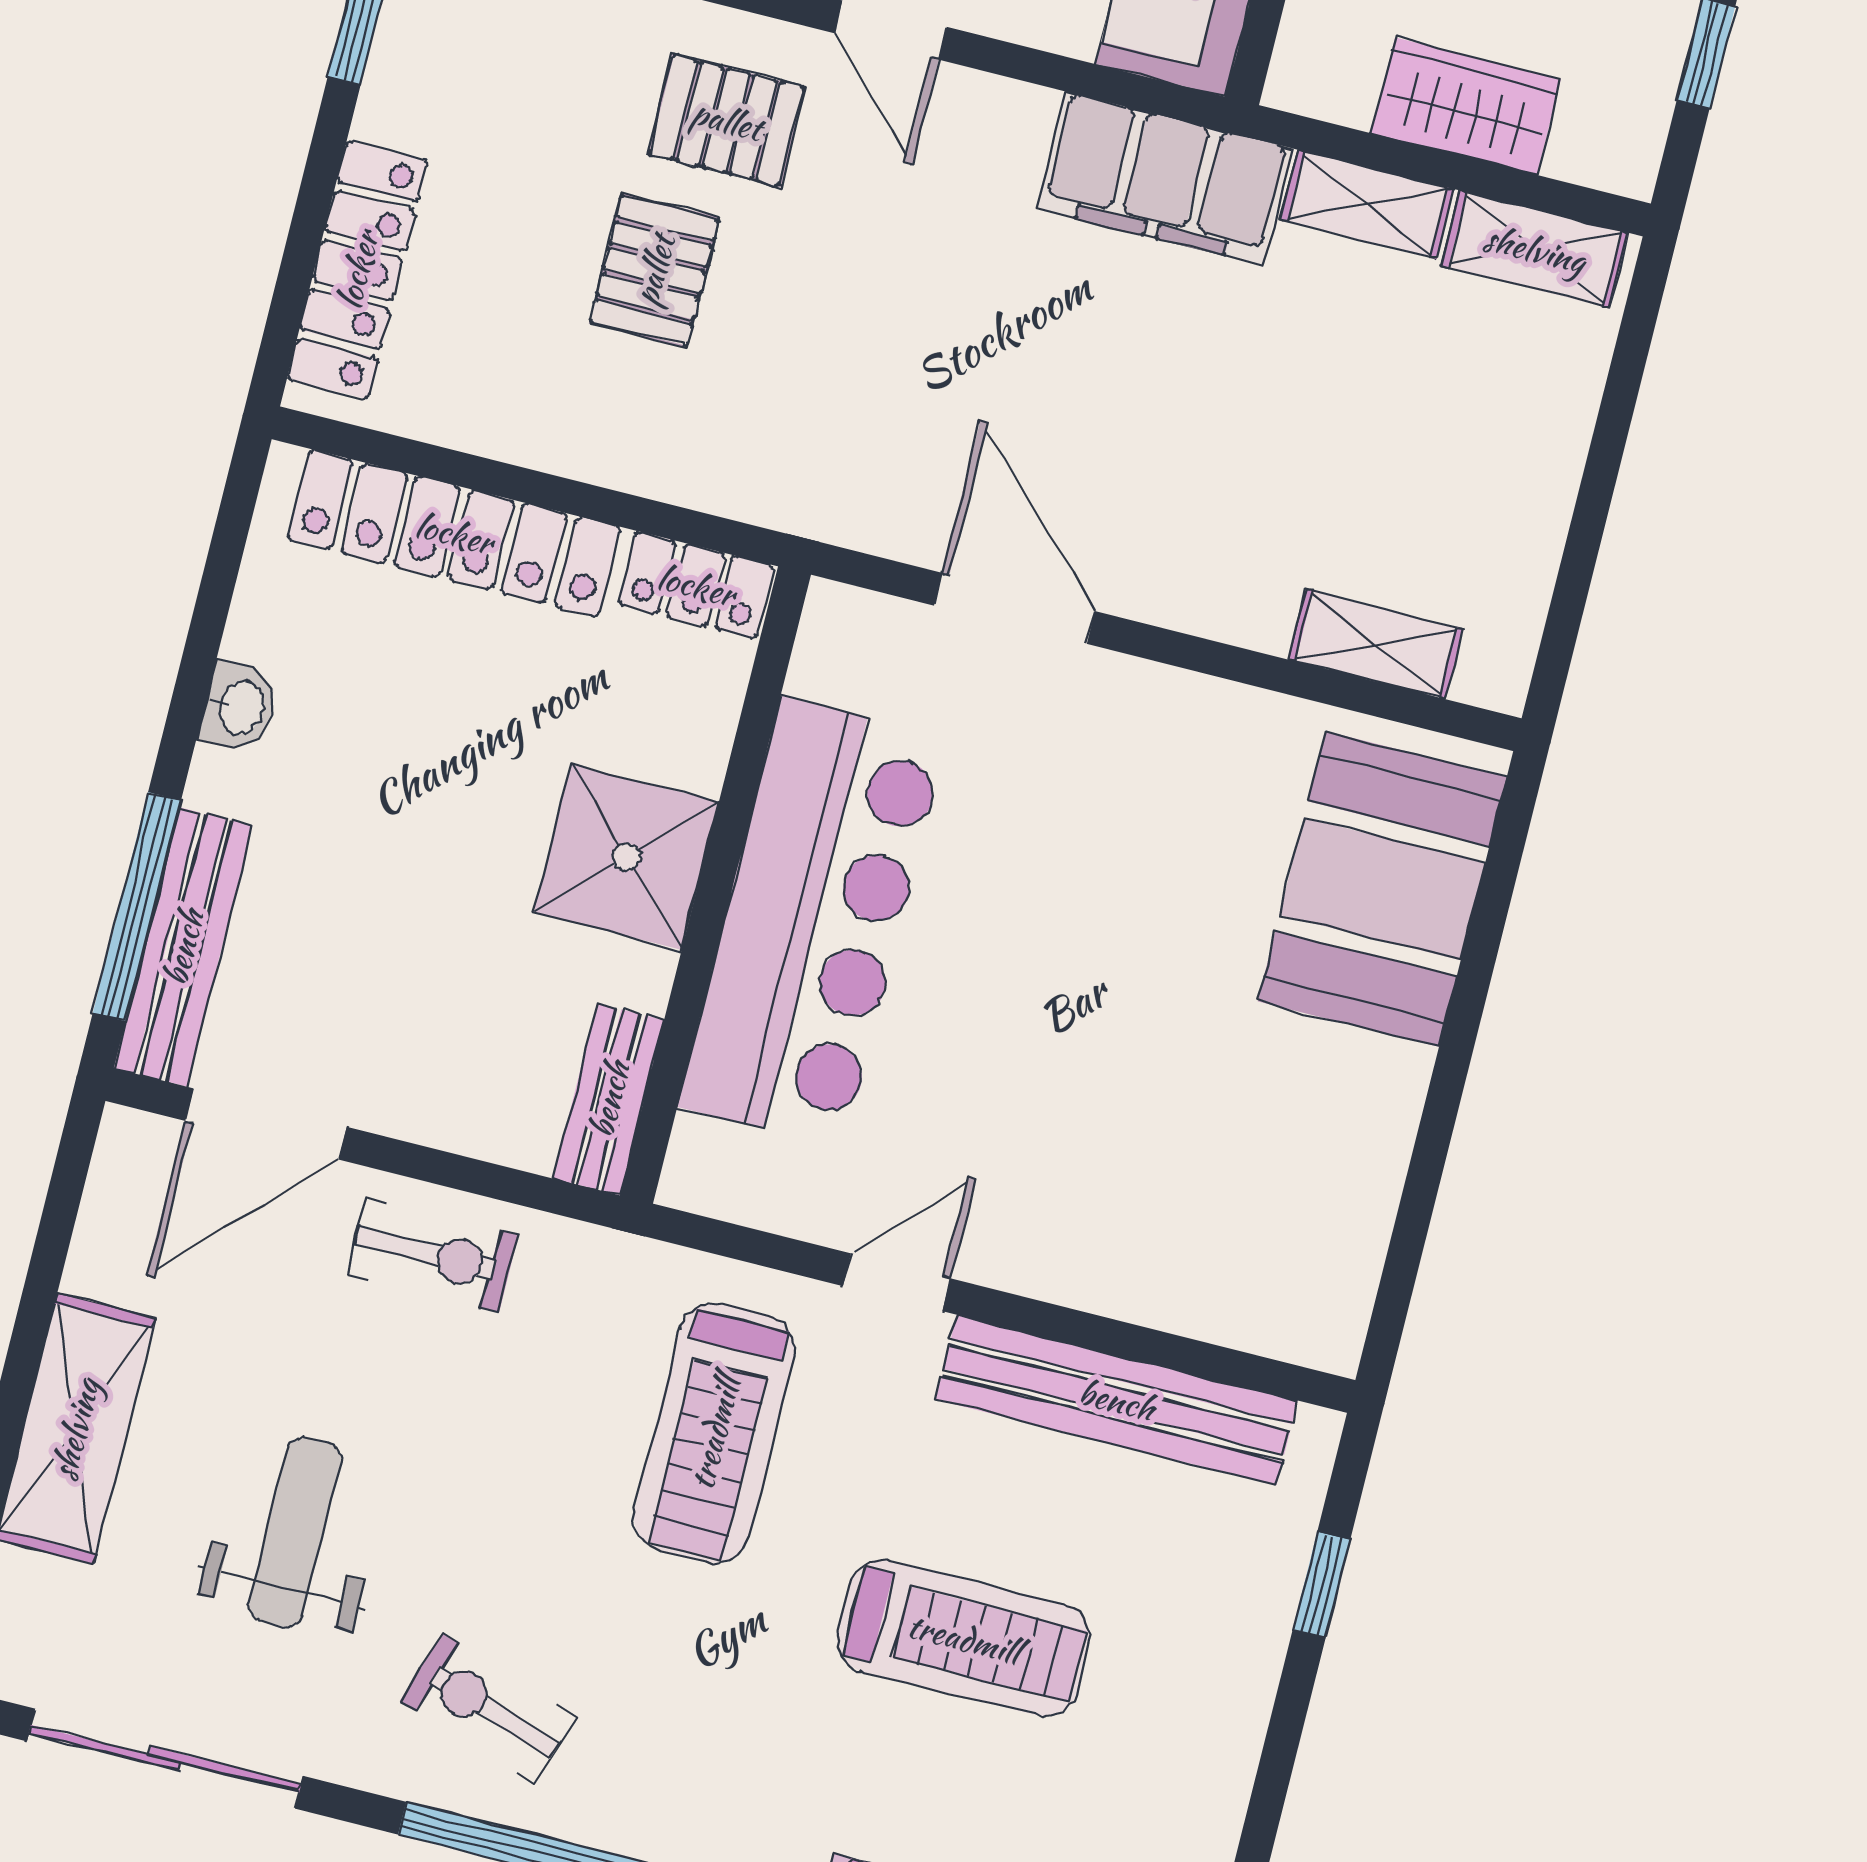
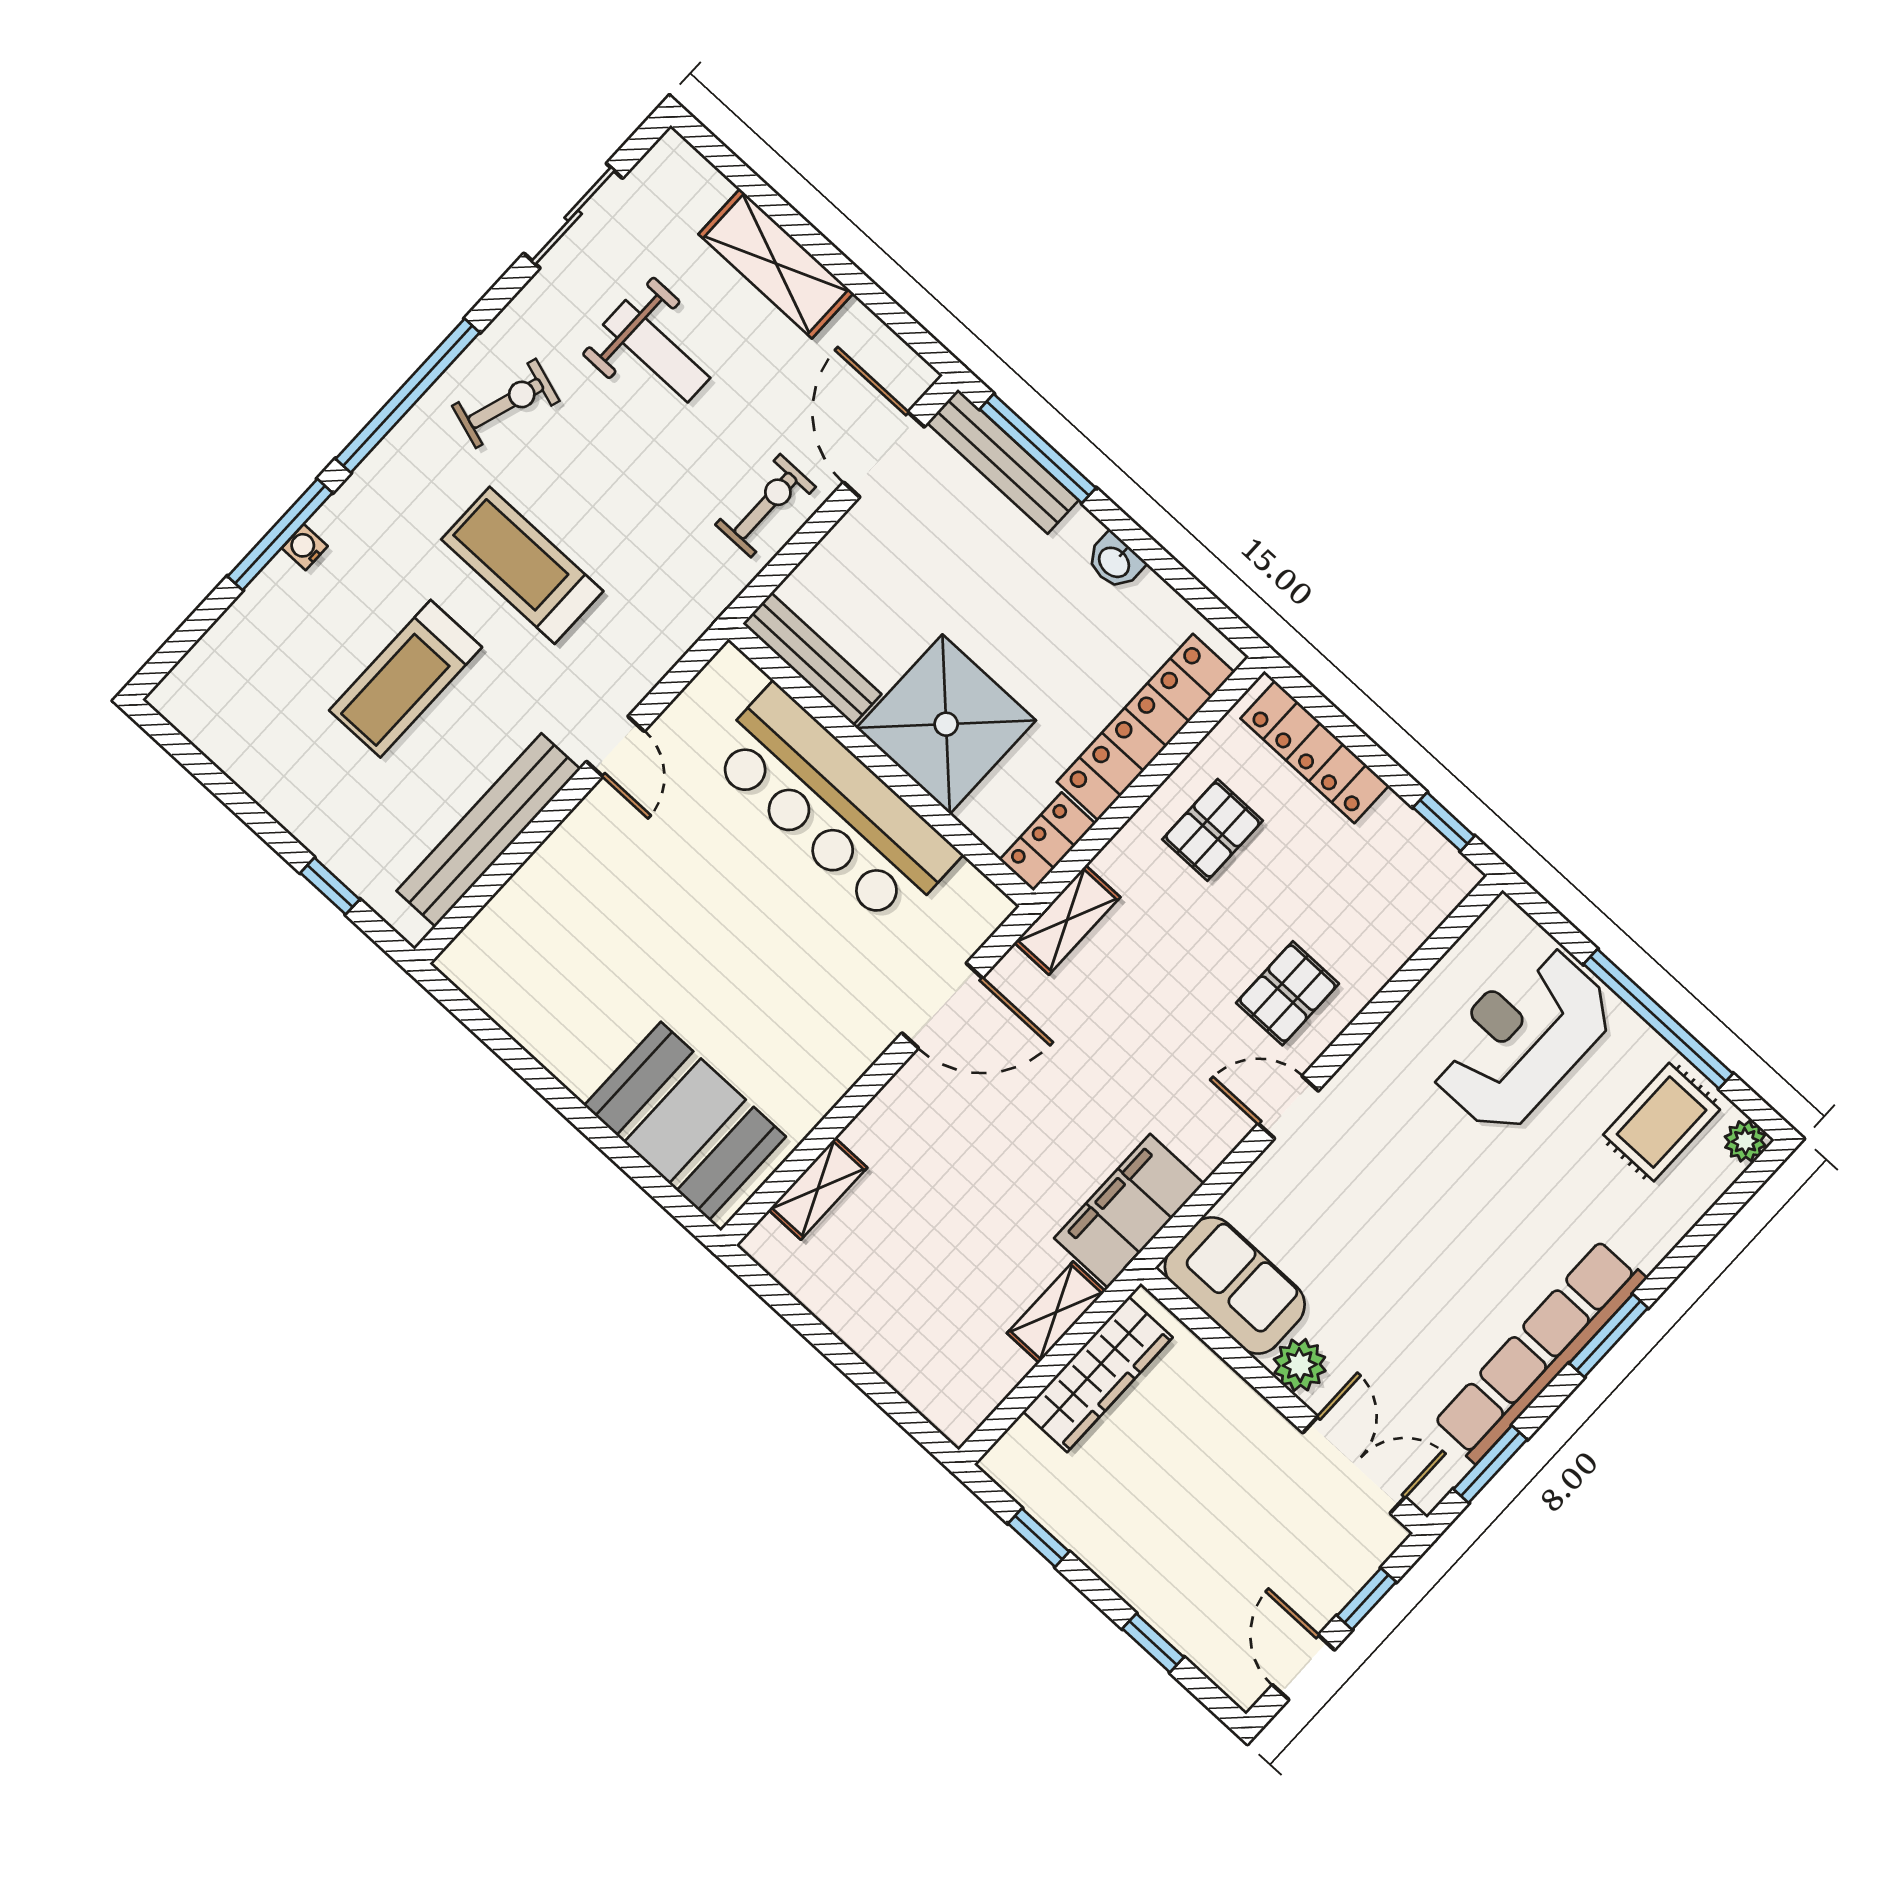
wardrobe: (1466, 106) -> (1098, 1374), width x1.50
shelving: (1535, 249) -> (1067, 920), moved
pallet: (654, 270) -> (1213, 830), moved, turned 90
shower: (626, 857) -> (946, 724), width x1.37, depth x1.37
bench: (609, 1099) -> (812, 659), width x1.36
exercise bike: (432, 1254) -> (766, 506), turned 180
treadmill: (714, 1433) -> (522, 565), moved
sliding door: (165, 1759) -> (573, 216), width x0.73

